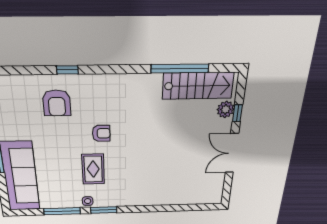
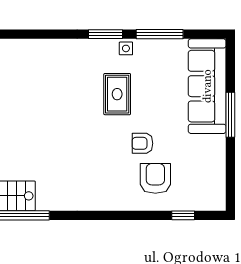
window: (67, 70) -> (183, 215), moved
armchair: (101, 133) -> (142, 143), moved

